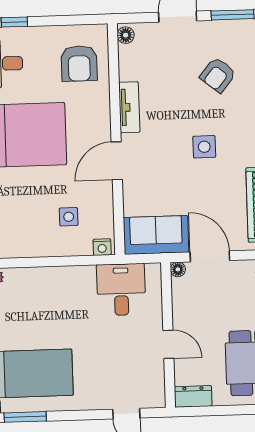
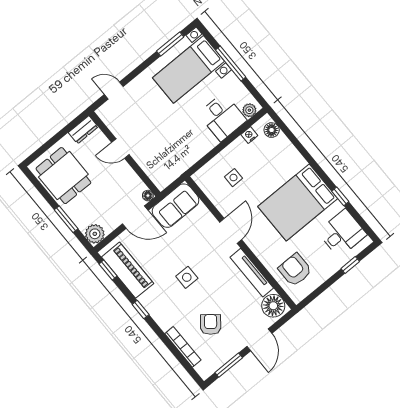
floor lamp: (126, 35) -> (273, 306), width x1.89, depth x1.89
tv unit: (129, 107) -> (252, 273), width x1.41
nightstand: (102, 247) -> (249, 135), moved
desk: (121, 290) -> (222, 117), moved

